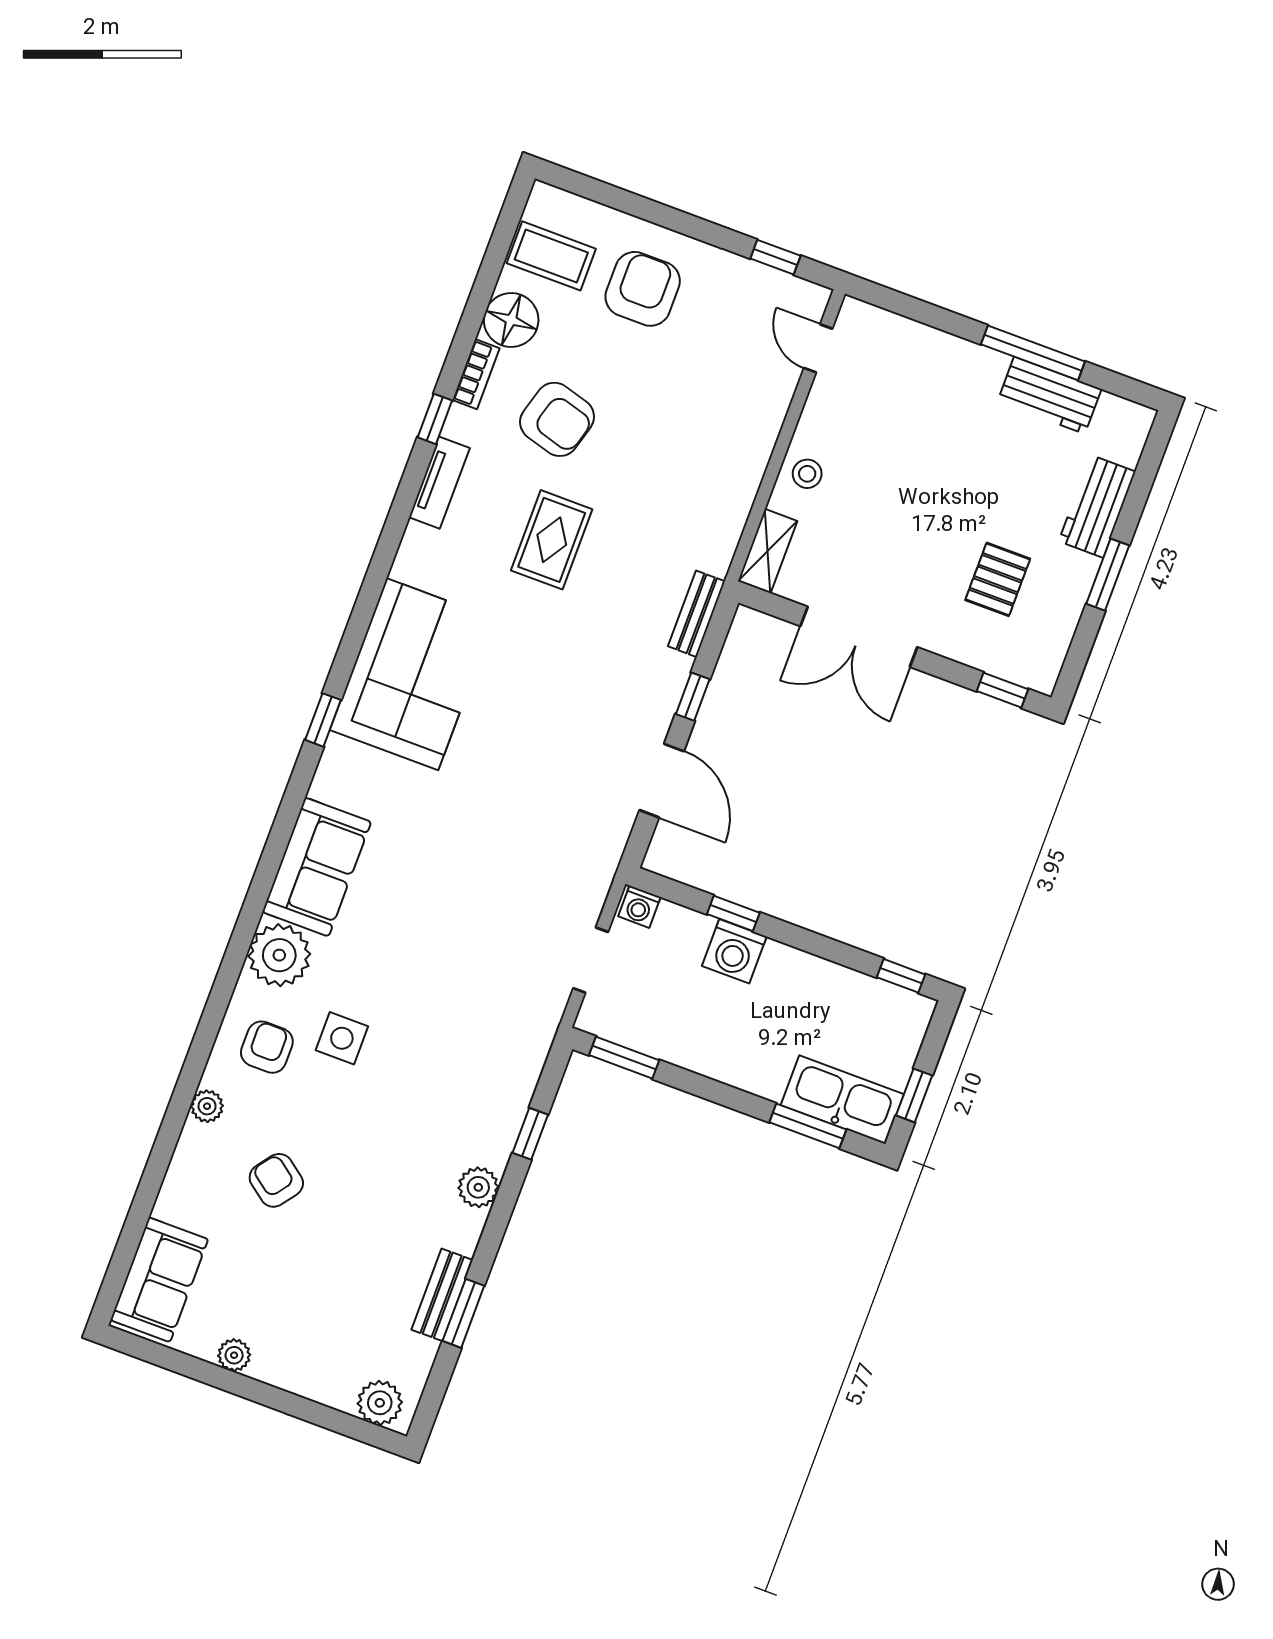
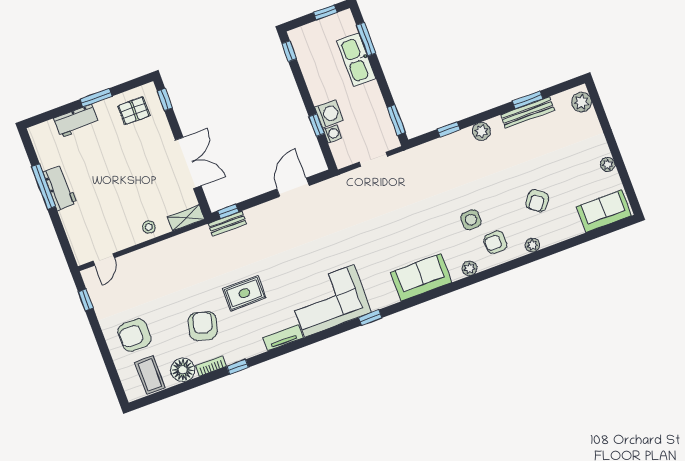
workbench: (1049, 395) -> (60, 188), moved
tv unit: (439, 483) -> (283, 338), moved
pallet: (998, 579) -> (134, 111), moved
window: (693, 697) -> (228, 211), moved
washing machine: (639, 907) -> (332, 134), moved
plant: (279, 955) -> (469, 268), width x0.53, depth x0.53
kitchen sink: (842, 1100) -> (356, 59), moved
bench: (442, 1295) -> (528, 112), width x1.36

